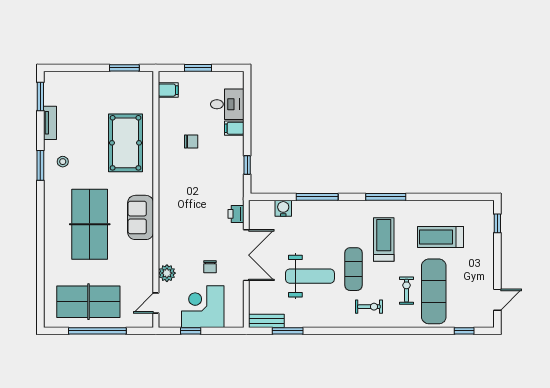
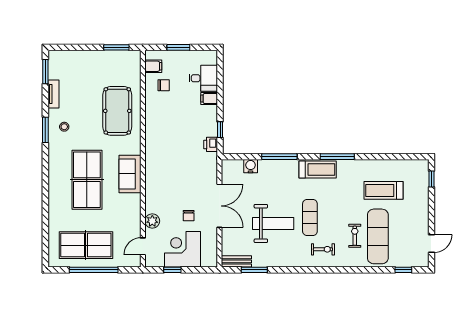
chair: (191, 142) -> (164, 85), moved
printer: (236, 214) -> (211, 144), moved
treadmill: (384, 240) -> (318, 169), moved, turned 90

